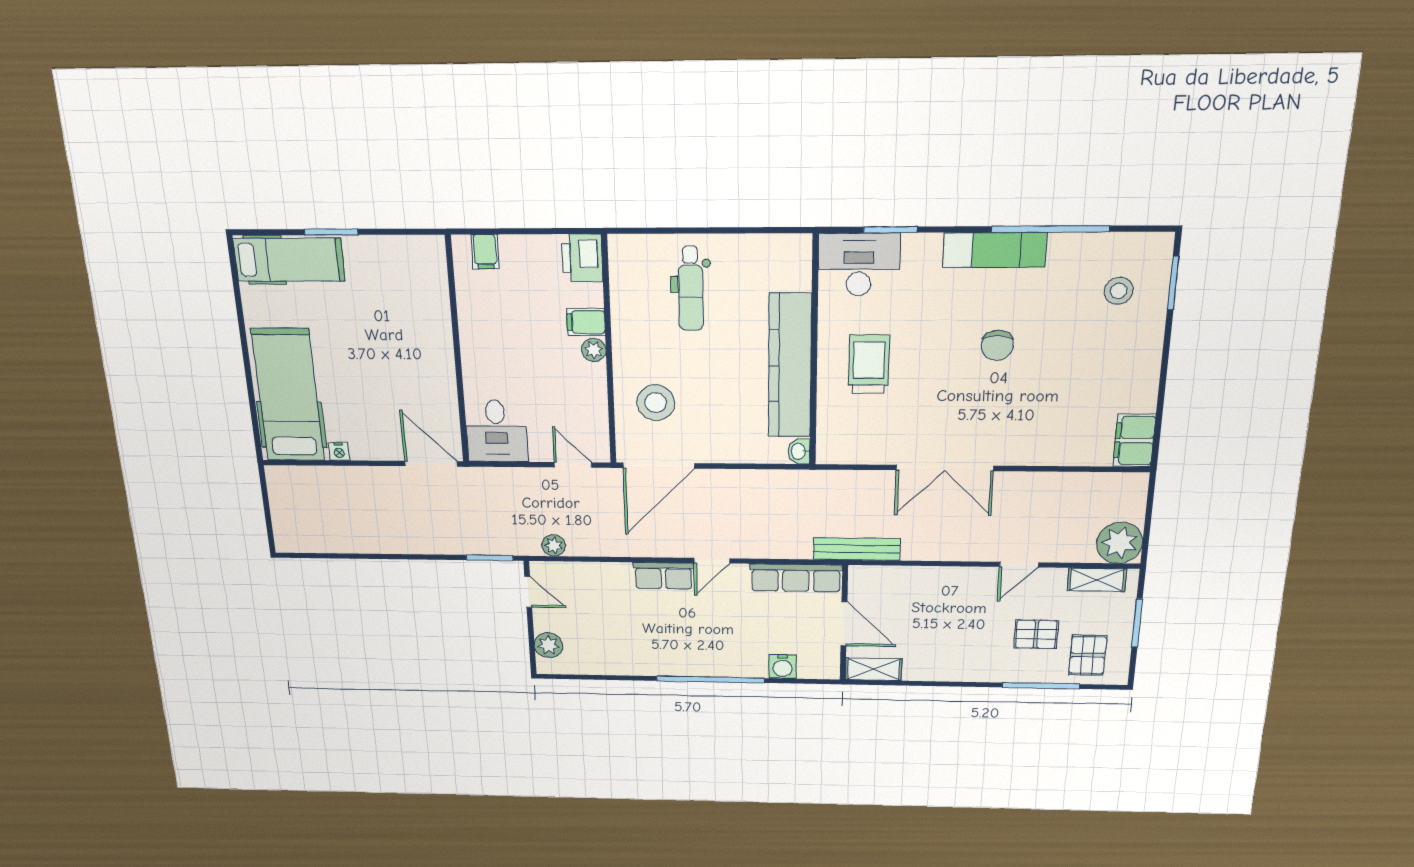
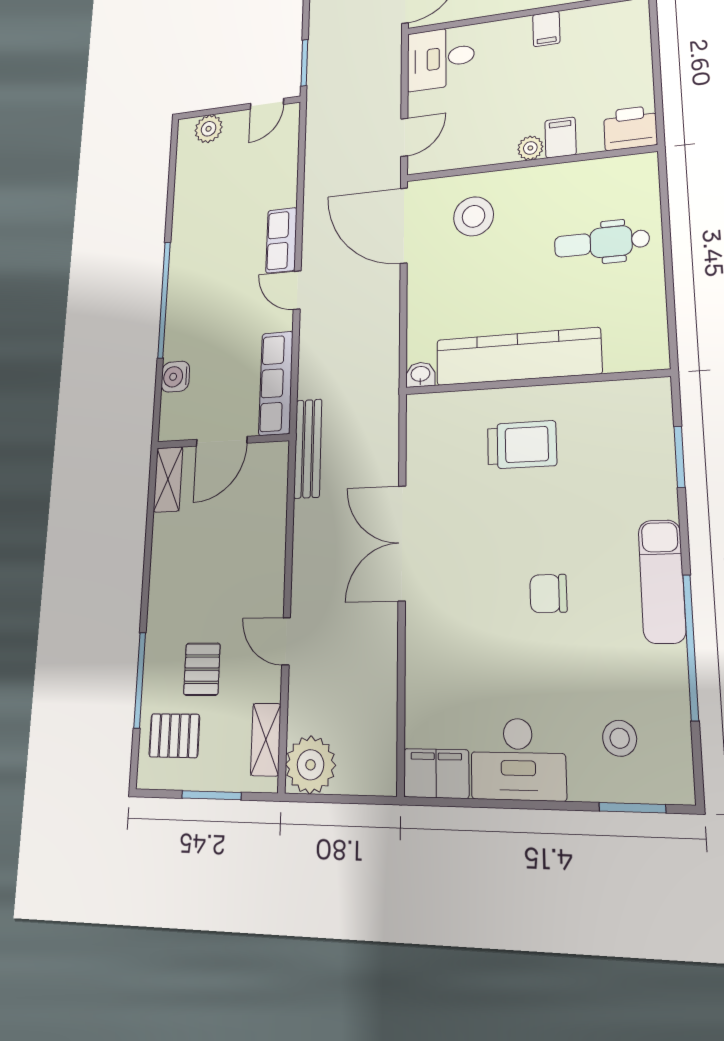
filing cabinet: (485, 252) -> (546, 29), moved, turned -90
desk: (859, 265) -> (518, 759), moved, turned 90
plant: (554, 545) -> (317, 125), removed

